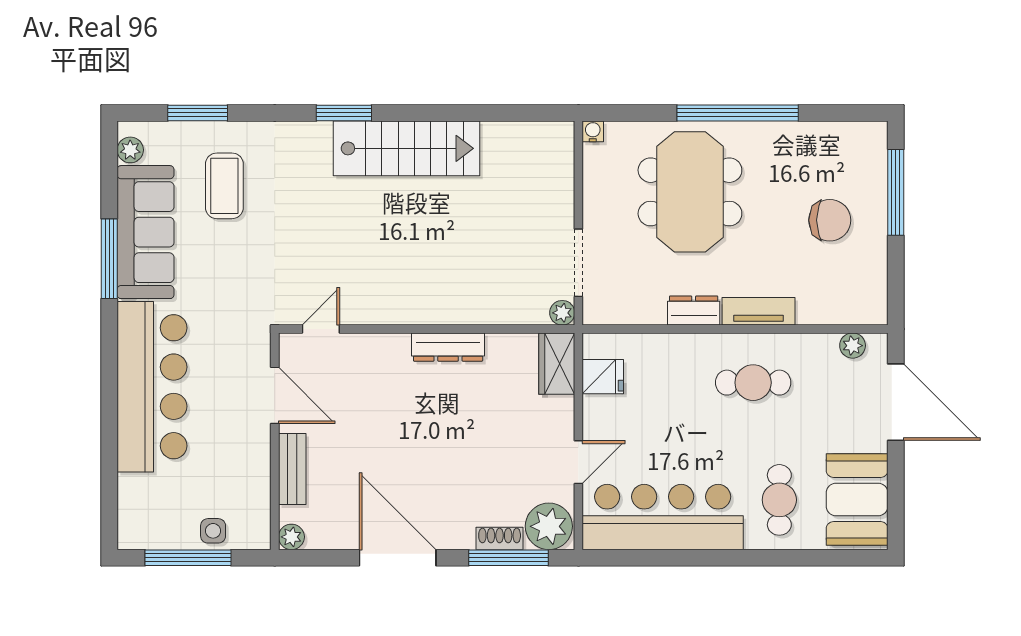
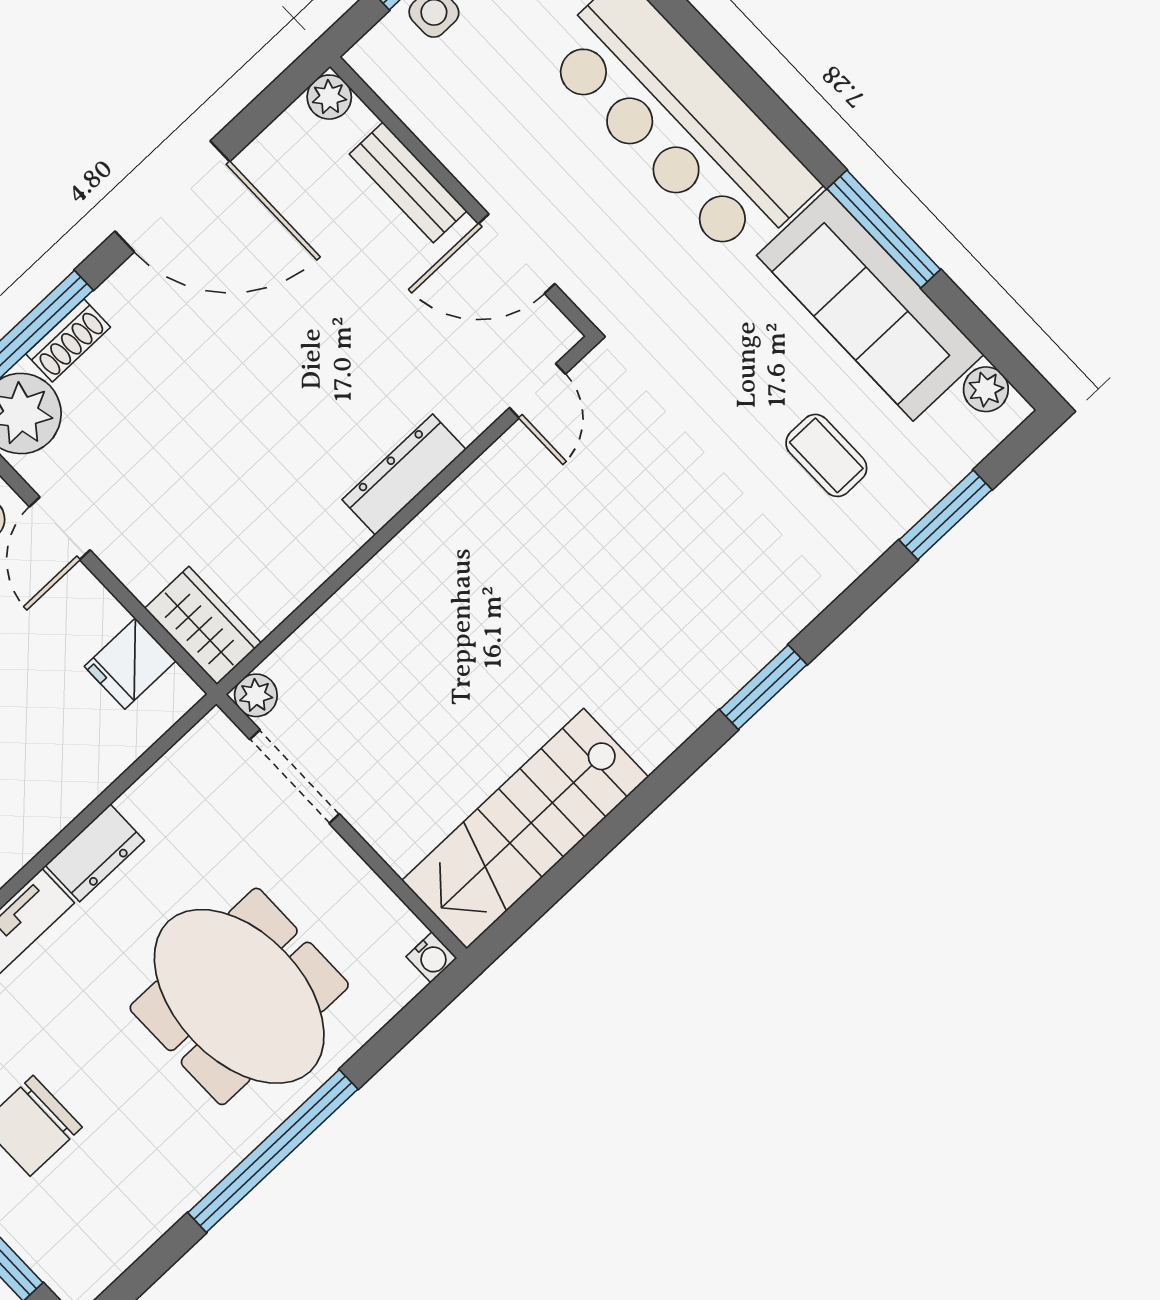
stairs: (406, 148) -> (525, 829), moved
coffee table: (224, 186) -> (826, 455), width x0.73, depth x0.77
dresser: (448, 347) -> (404, 475), moved

